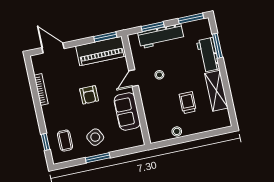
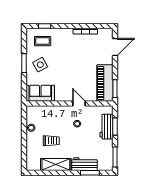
workbench: (161, 36) -> (106, 127), width x0.73
armchair: (89, 95) -> (73, 67), removed
sofa: (127, 112) -> (40, 93), moved

